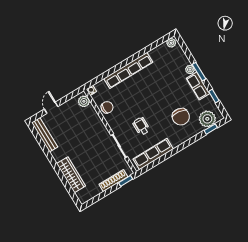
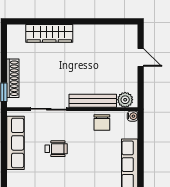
bench: (45, 135) -> (93, 101), moved

